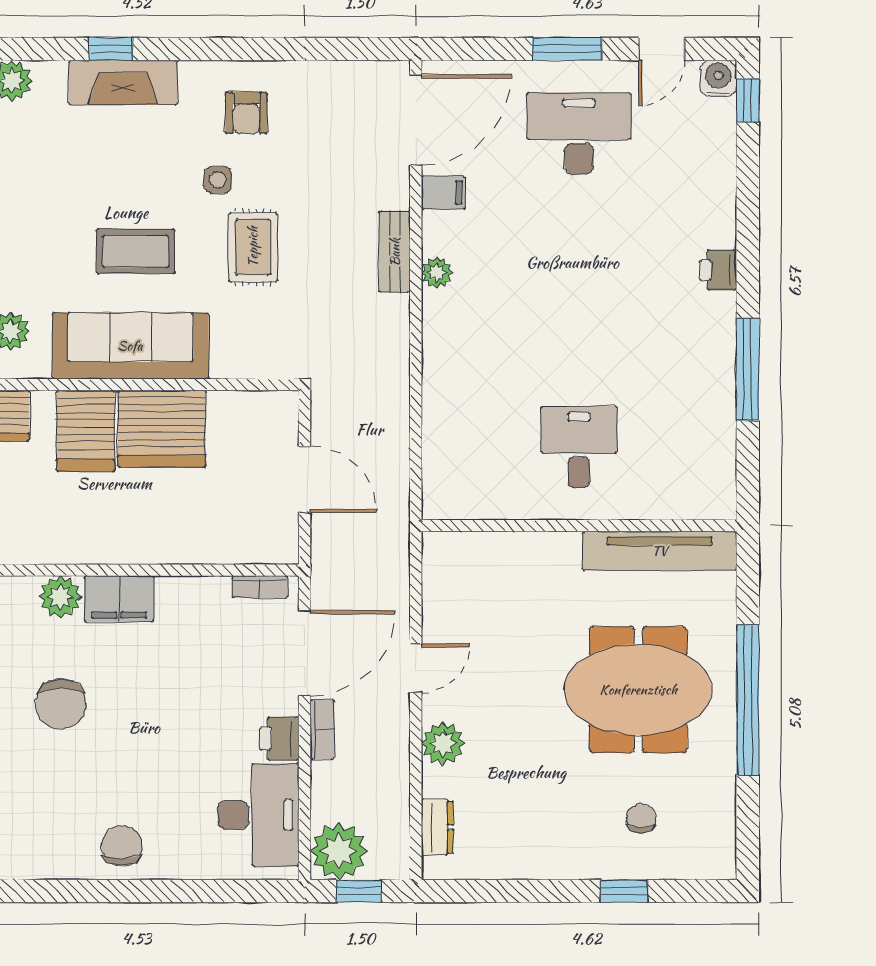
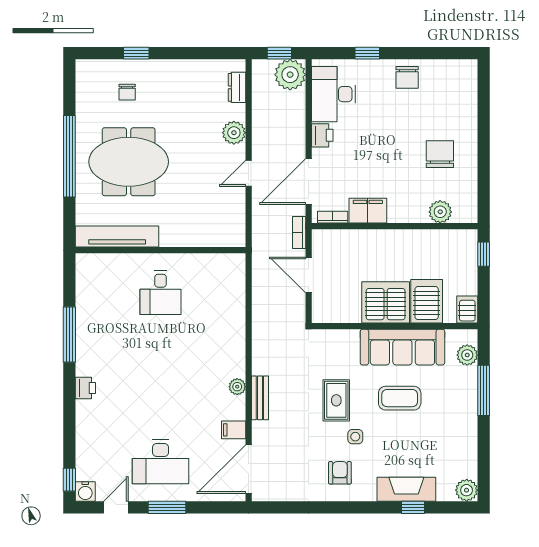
filing cabinet: (119, 599) -> (368, 211), moved
bookcase: (322, 729) -> (299, 232), moved
window: (196, 891) -> (367, 53), added

